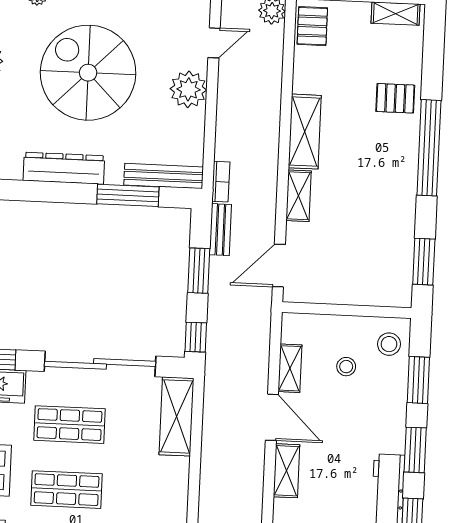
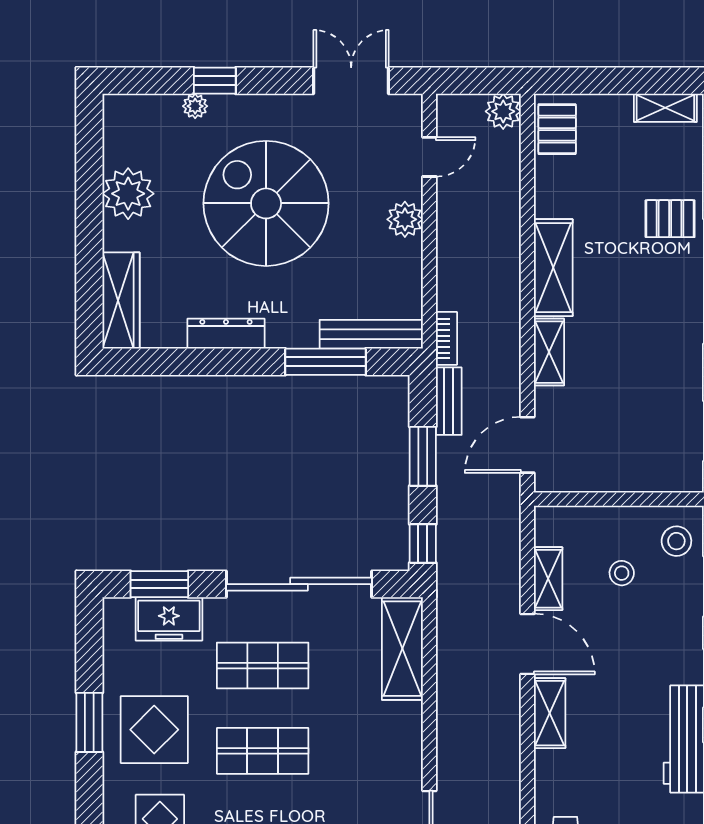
plant: (188, 89) -> (405, 219), width x0.73, depth x0.73
dresser: (64, 168) -> (226, 334), width x0.73, depth x0.80

